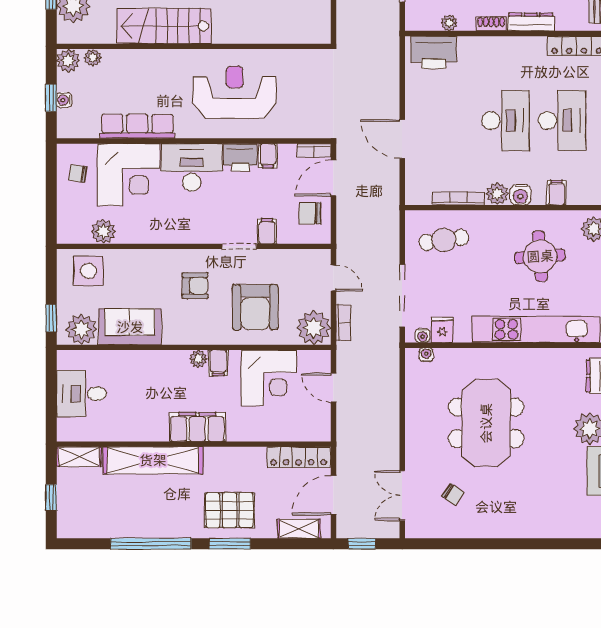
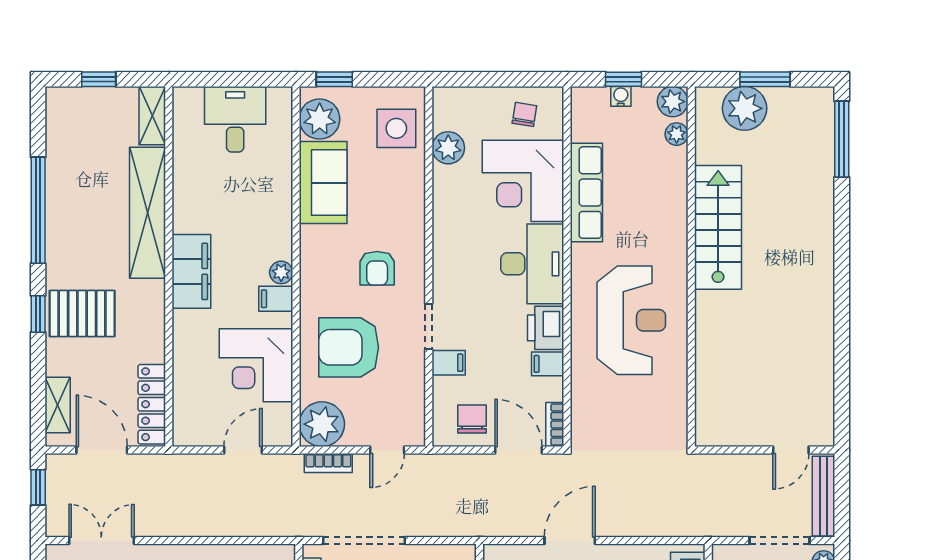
pallet: (229, 510) -> (82, 314), turned 90
window: (230, 544) -> (38, 314), width x0.67

